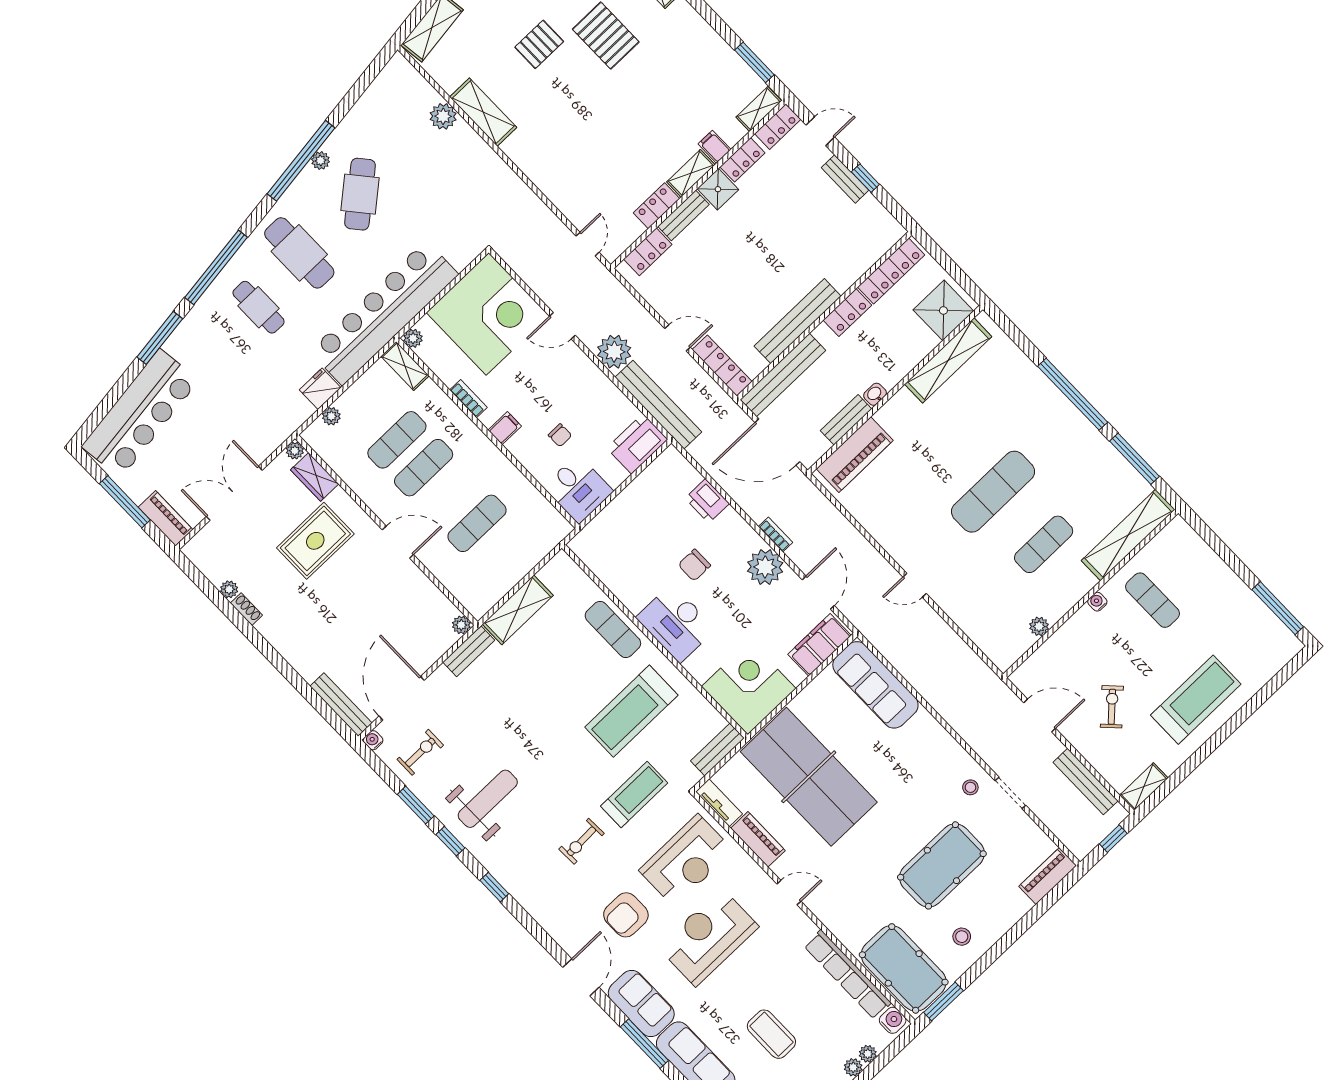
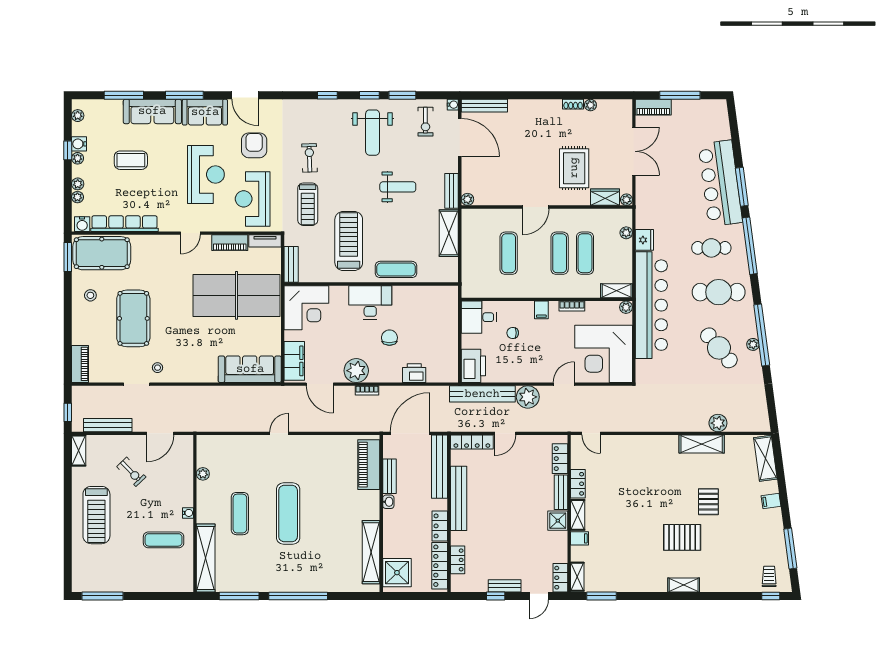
locker: (742, 160) -> (458, 560), moved, turned 180
bar counter: (140, 413) -> (720, 183), moved
weight bench: (521, 714) -> (398, 187), added

